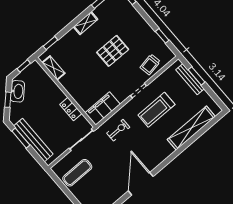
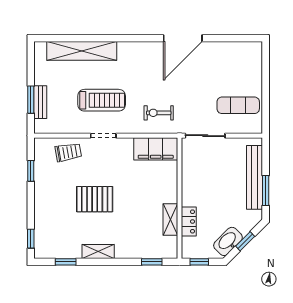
shelving: (54, 68) -> (170, 219), moved
bench: (190, 79) -> (40, 102), width x0.73
locker: (71, 109) -> (189, 221), moved

